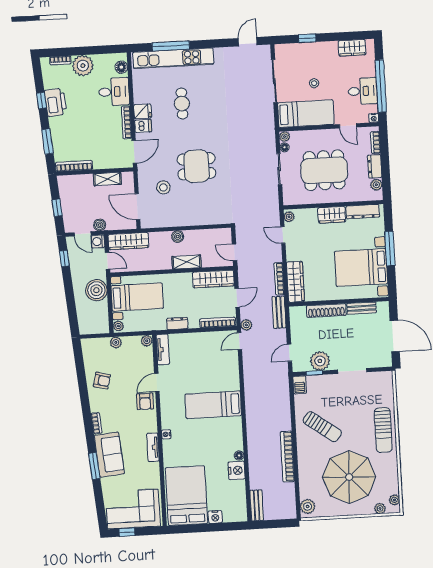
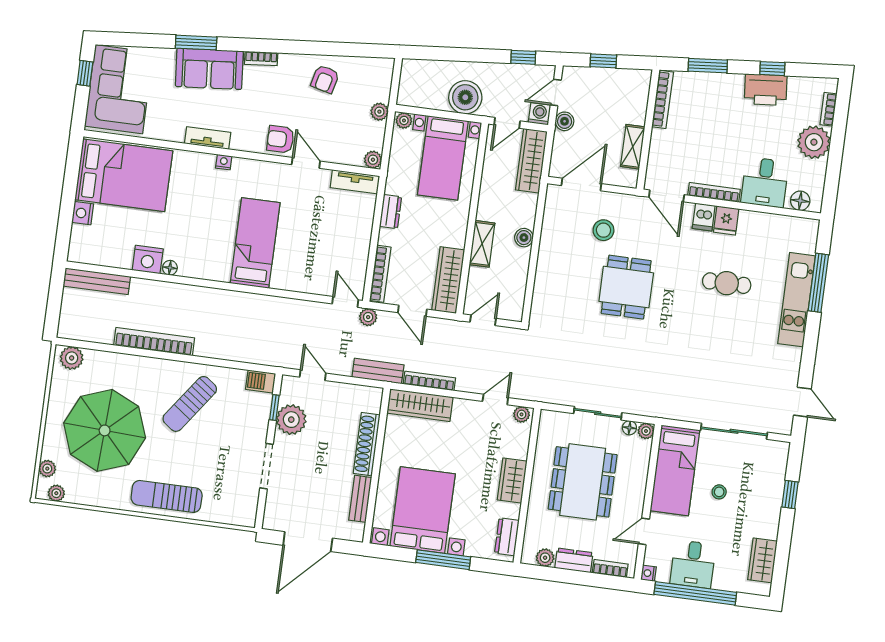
kitchen unit: (173, 58) -> (797, 300), width x0.73
dresser: (363, 212) -> (507, 537), width x0.70
bench: (257, 505) -> (97, 281), width x1.36

